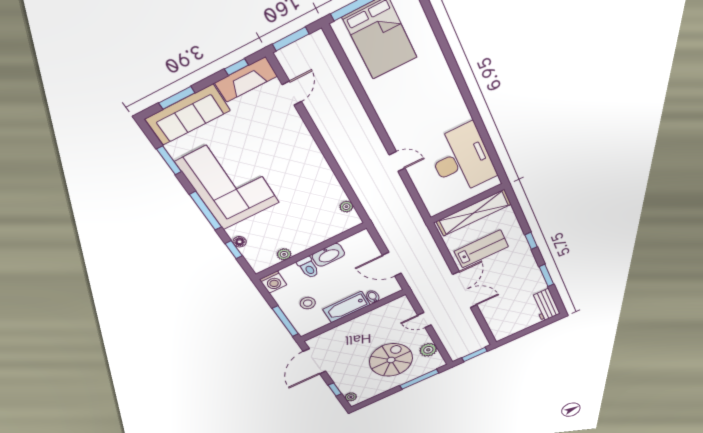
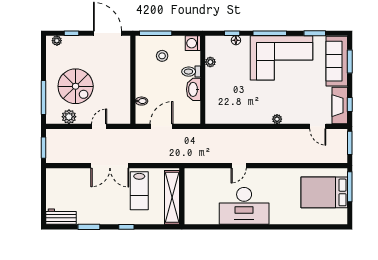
desk: (462, 160) -> (244, 206), moved
plant: (346, 207) -> (277, 119), moved
bathtub: (346, 307) -> (143, 79), removed

